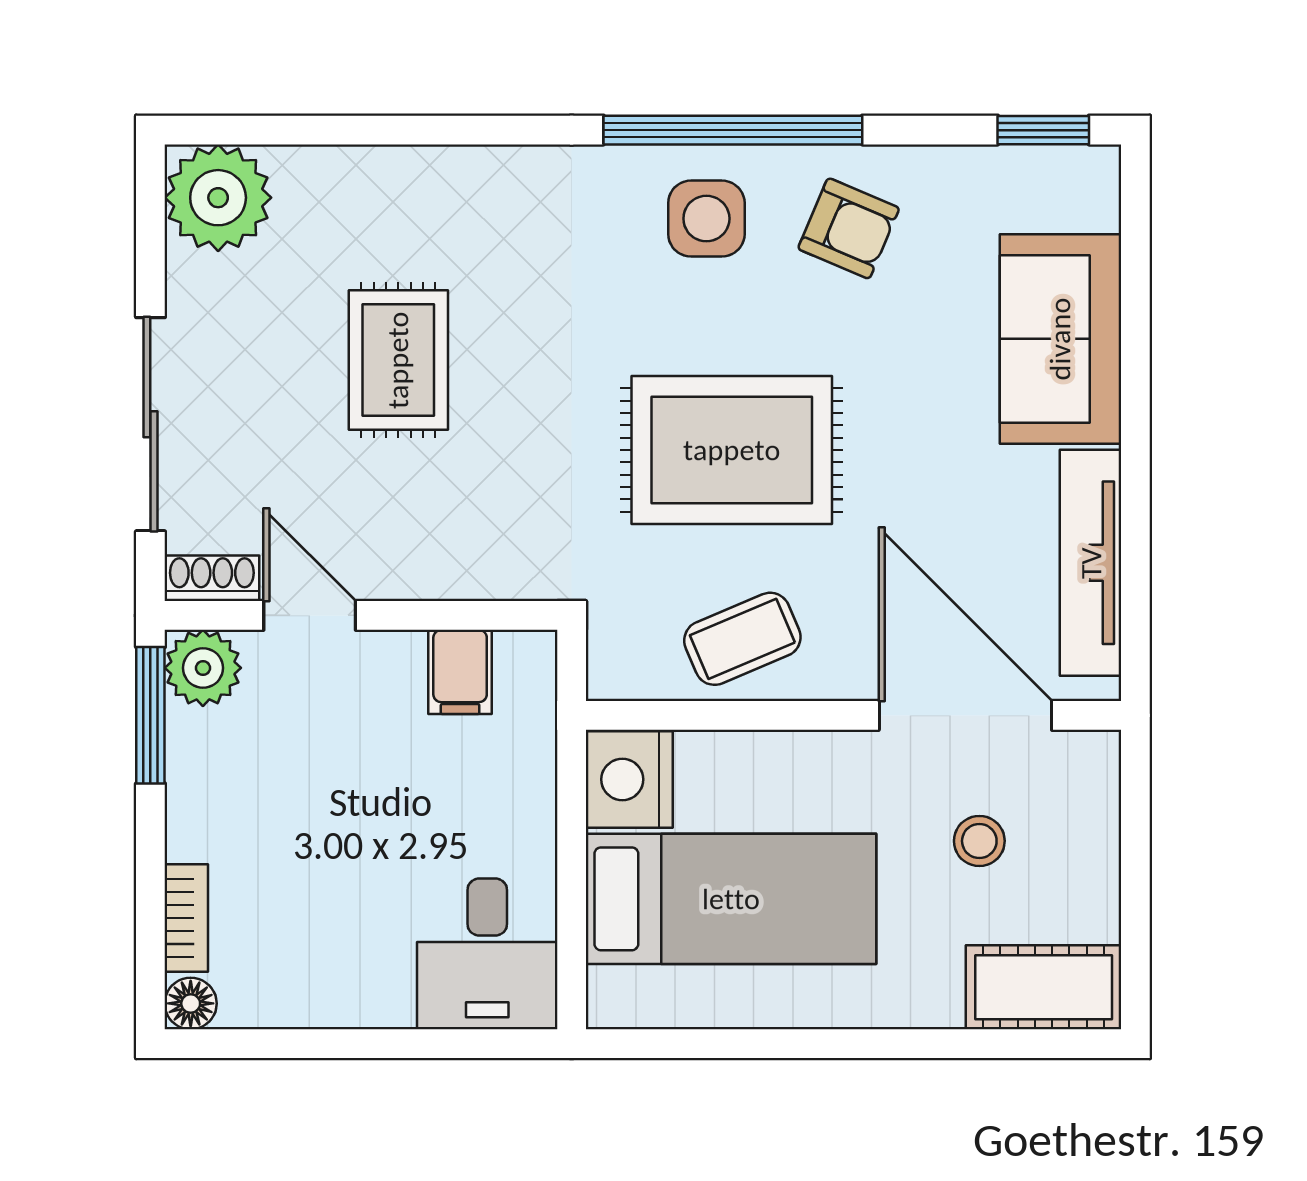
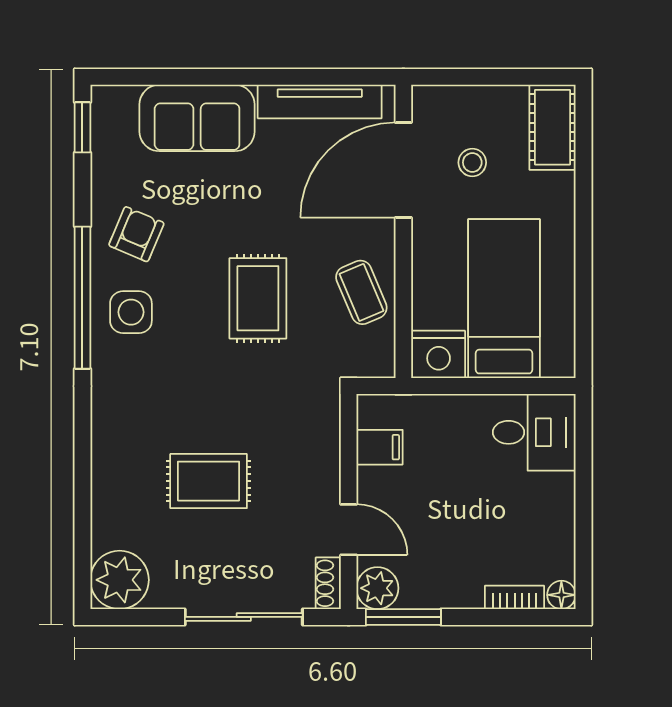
rug: (732, 450) -> (258, 298), width x0.73, depth x0.70
door: (310, 615) -> (349, 530), swing flipped

